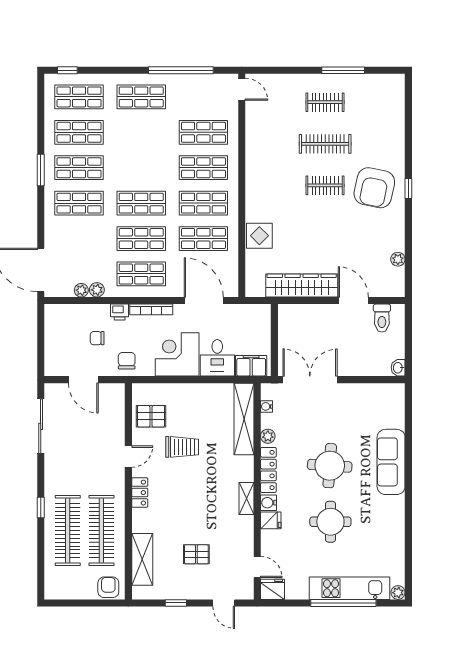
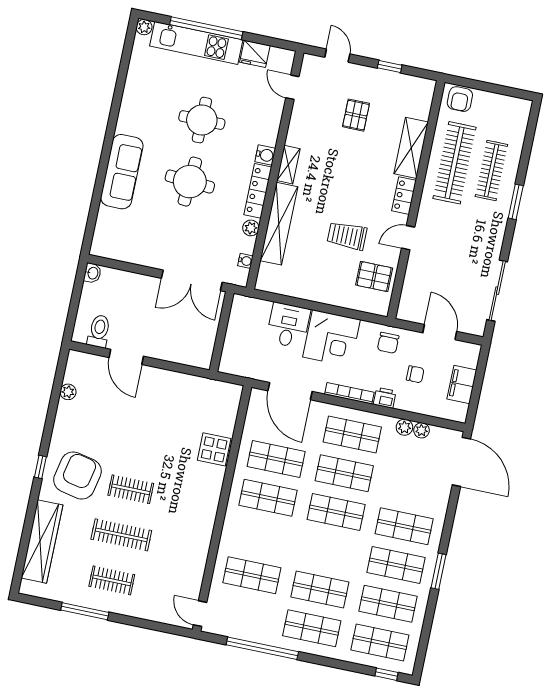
shop shelf: (203, 168) -> (320, 589), moved
wardrobe: (302, 285) -> (42, 541), moved, turned -90
filing cabinet: (251, 366) -> (462, 384), moved, turned 90
shelving: (244, 419) -> (279, 224), moved
window: (41, 508) -> (516, 202), width x1.50
fridge: (271, 520) -> (267, 135), removed
clothes rail: (68, 531) -> (491, 171), width x0.73, depth x0.76
pallet: (196, 554) -> (356, 115), turned 90
shelving: (142, 559) -> (411, 148), moved
fridge: (272, 589) -> (255, 54), moved

